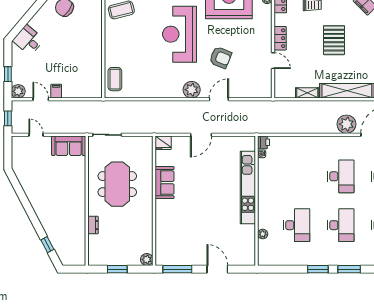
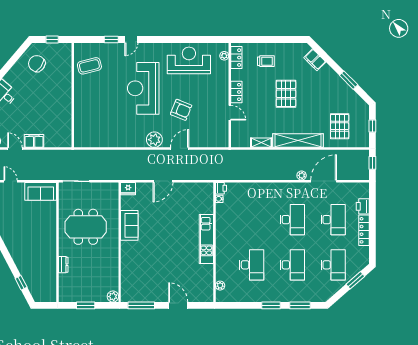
coffee table: (115, 79) -> (83, 130), removed
filing cabinet: (56, 91) -> (34, 141), width x2.00
plant: (346, 124) -> (302, 175), width x0.53, depth x0.53
meeting table: (117, 184) -> (86, 227), turned 90
kitchen unit: (248, 188) -> (206, 239), width x0.73
plant: (263, 234) -> (220, 286), moved

